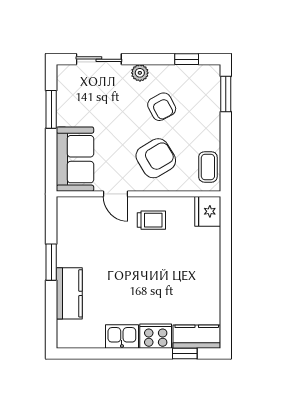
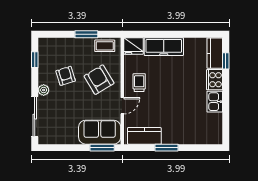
sliding door: (99, 59) -> (35, 117), width x1.37
window: (226, 94) -> (86, 34), moved
armchair: (162, 107) -> (66, 76), turned -79
window: (51, 109) -> (102, 148), moved
freezer: (207, 258) -> (164, 47), added
kitchen counter: (69, 293) -> (144, 136), moved

